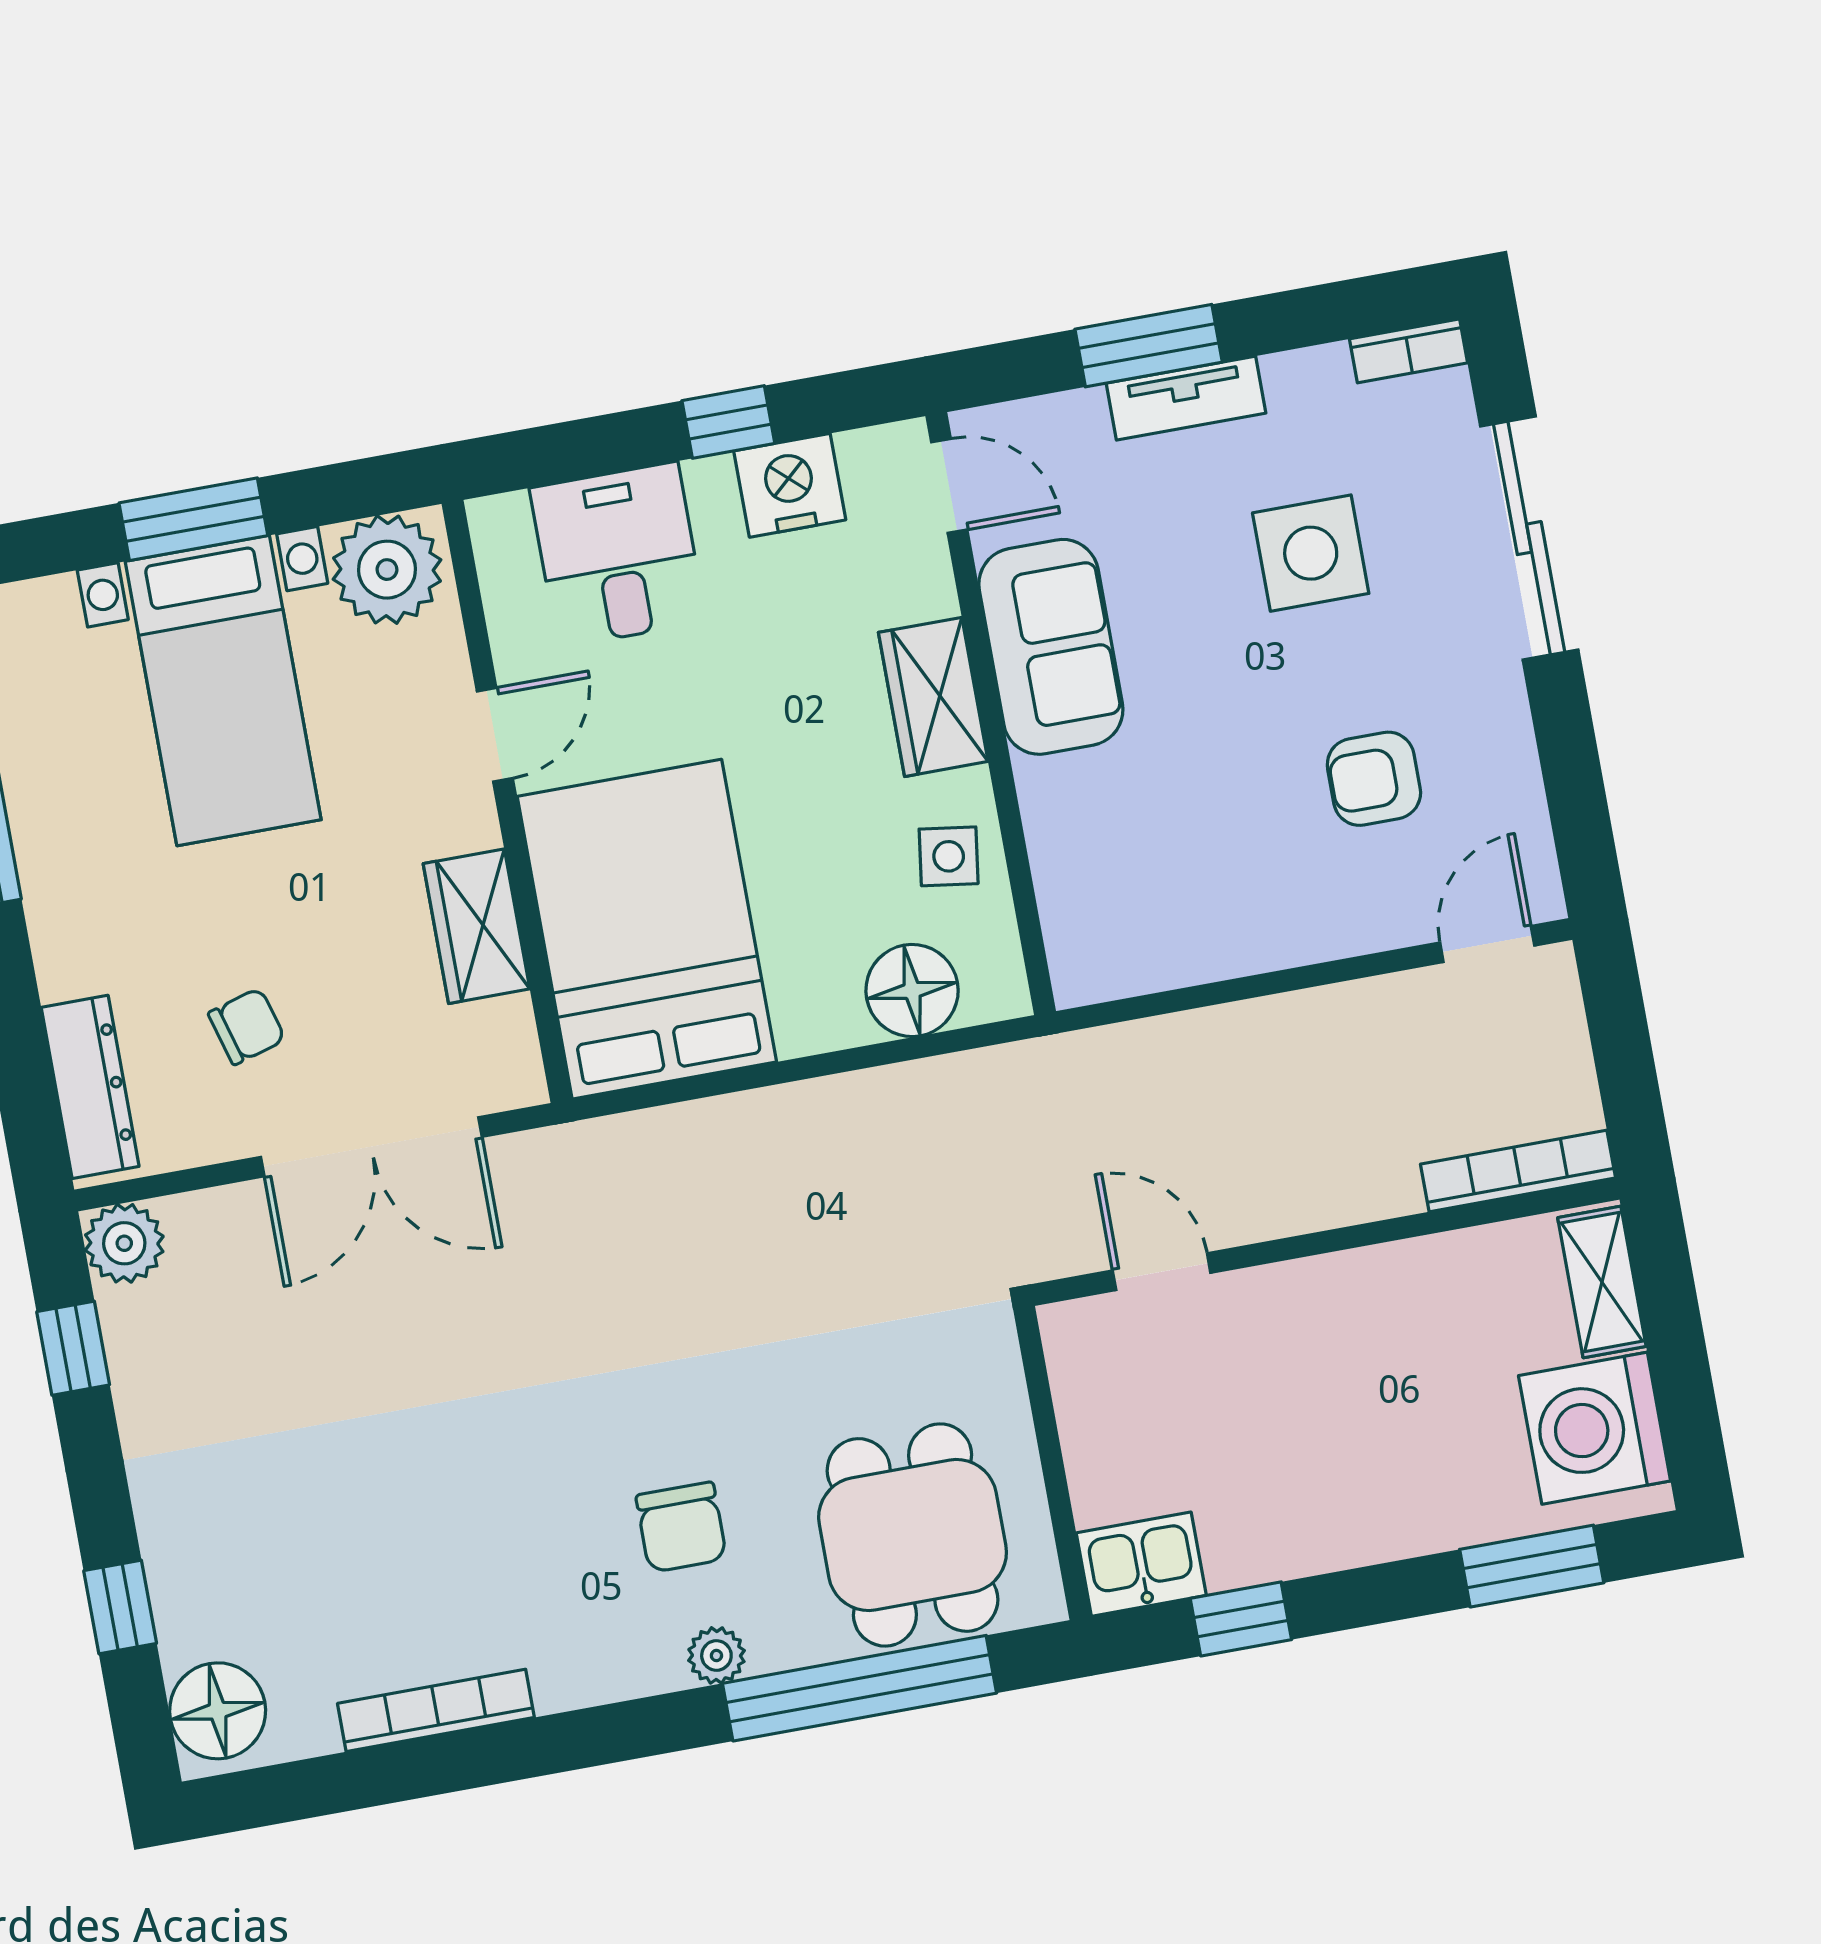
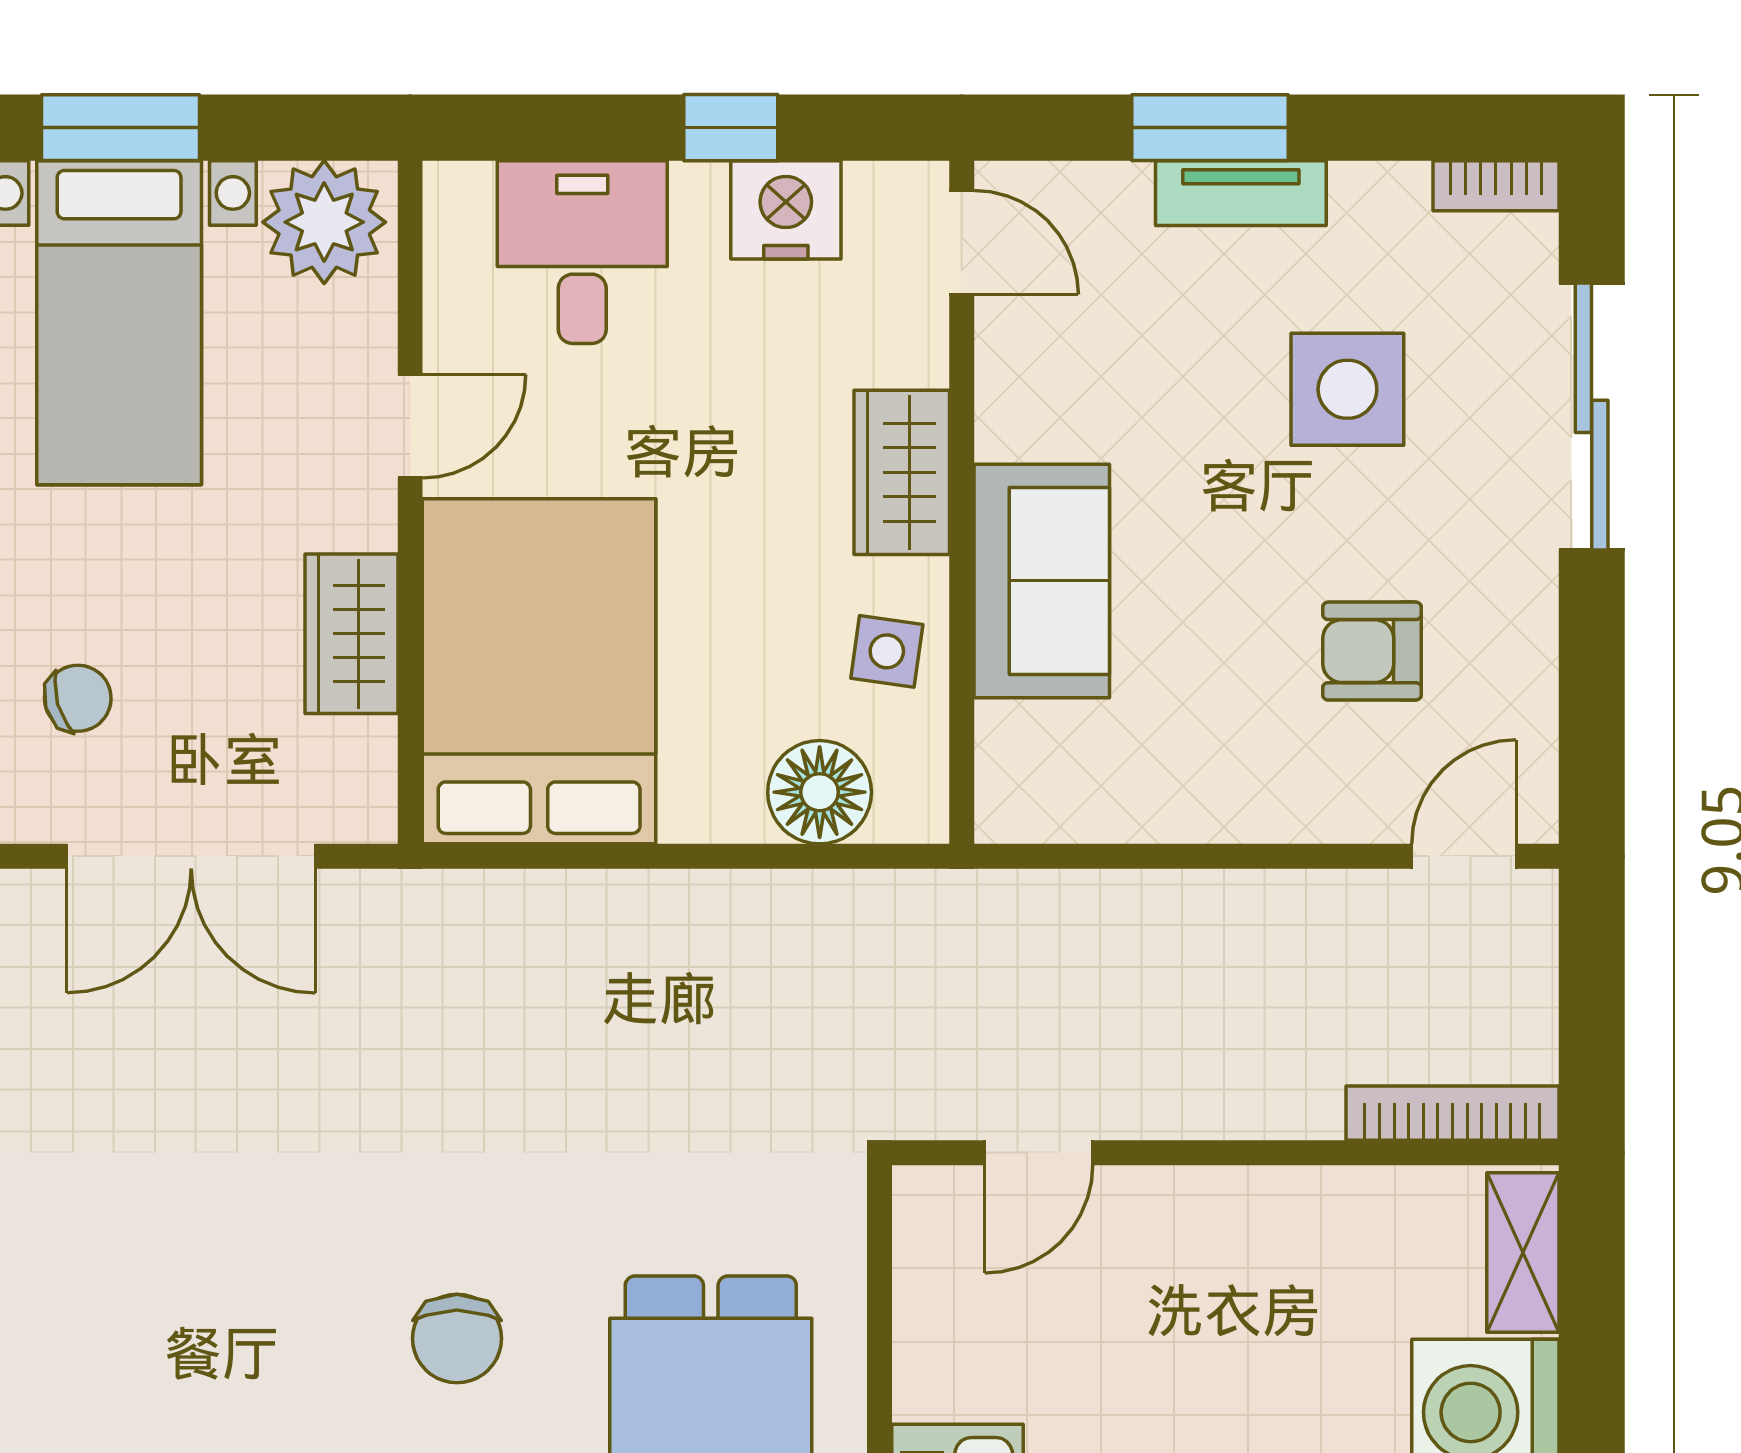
sofa: (1051, 647) -> (1042, 581), moved
door: (1162, 1272) -> (1039, 1153), swing flipped

